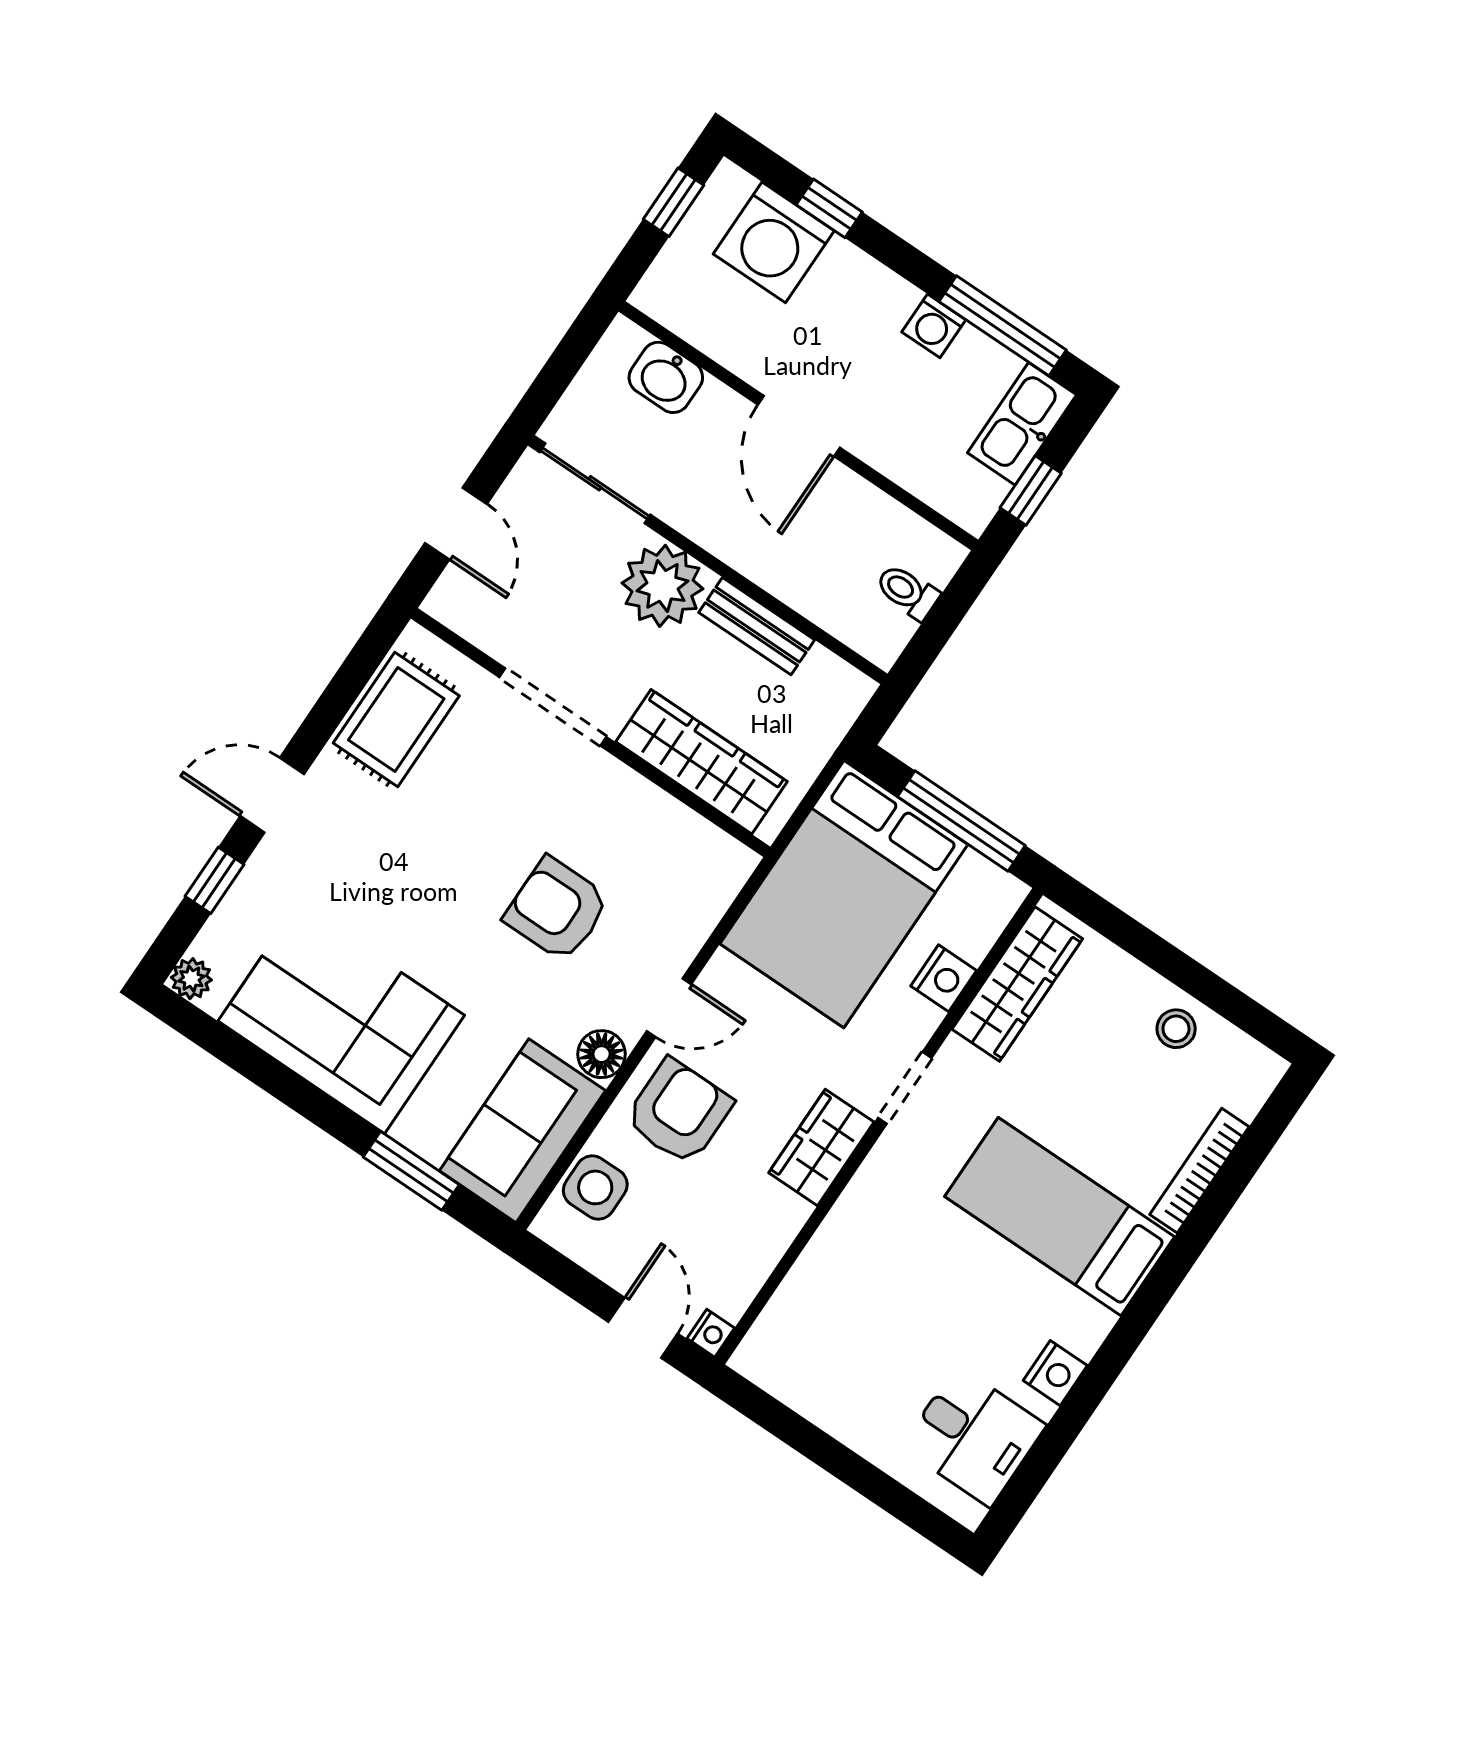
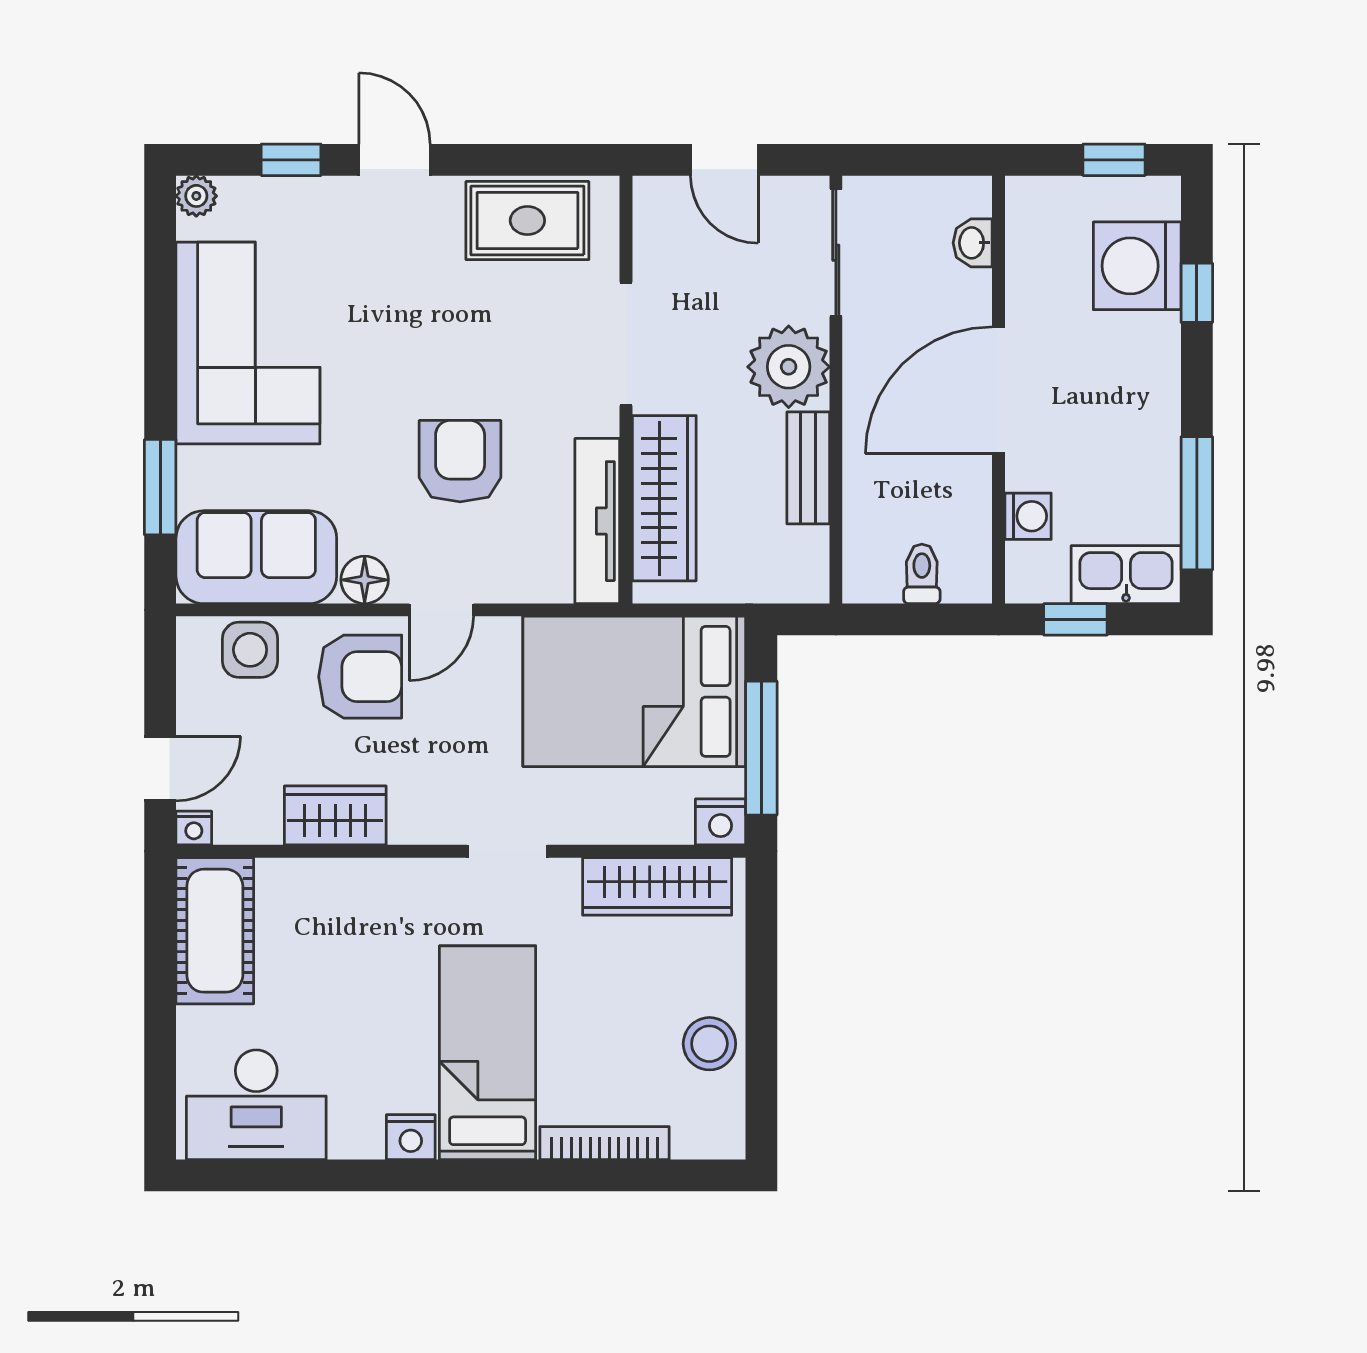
washing machine: (934, 326) -> (1028, 516), moved, turned 180
washbasin: (666, 377) -> (973, 243), width x0.72, depth x0.69
door: (799, 426) -> (998, 390), width x1.36
door: (456, 523) -> (724, 160), hinge flipped
tv unit: (683, 830) -> (597, 521), added
nightstand: (944, 978) -> (721, 822), moved
door: (669, 1008) -> (441, 610), hinge flipped
stool: (1176, 1029) -> (709, 1044), width x1.37, depth x1.37
wardrobe: (821, 1147) -> (335, 815), moved
cot: (807, 1373) -> (215, 931), added
nightstand: (1055, 1373) -> (411, 1137), moved
desk: (974, 1436) -> (256, 1105), width x1.37

